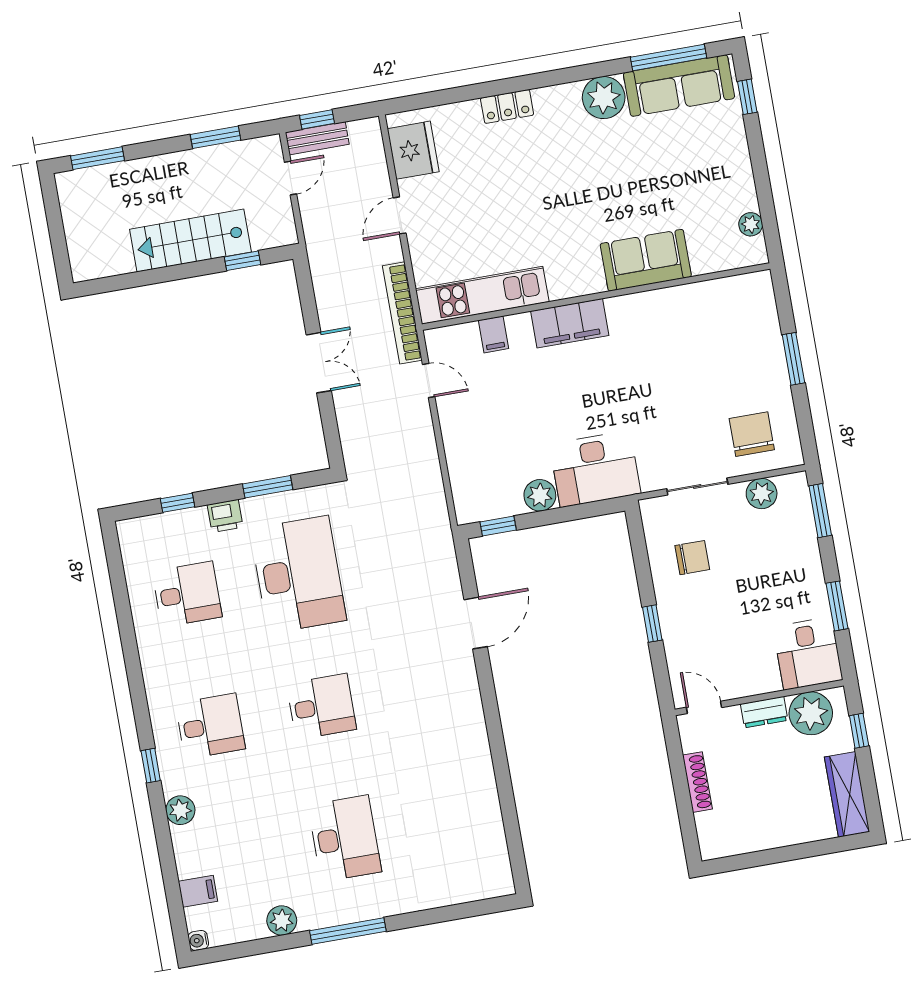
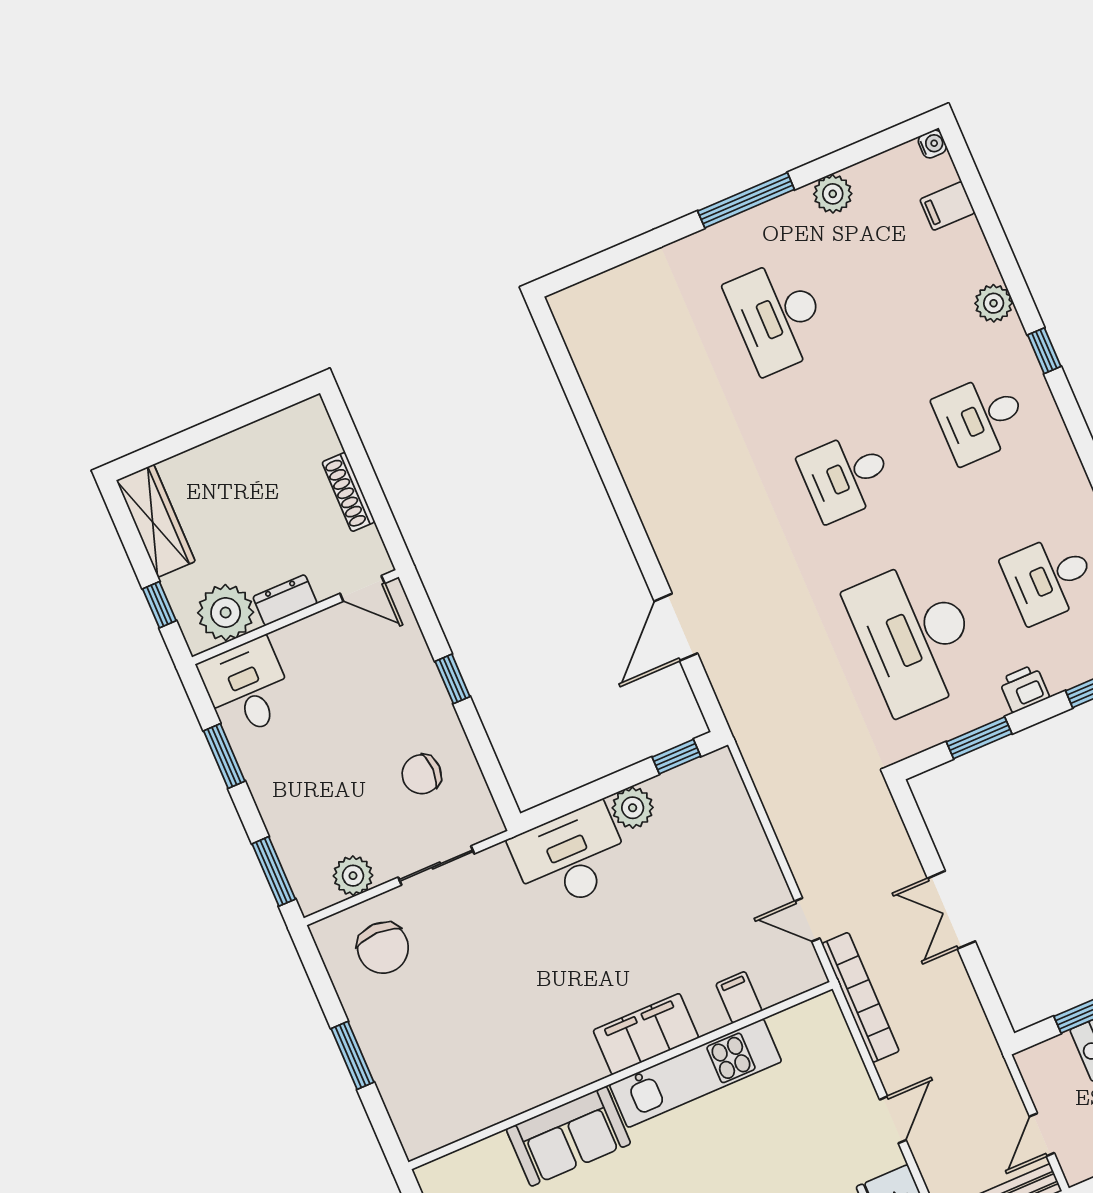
kitchen unit: (482, 295) -> (695, 1073), moved

